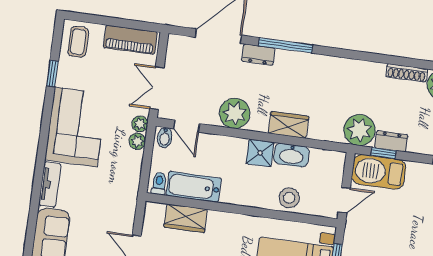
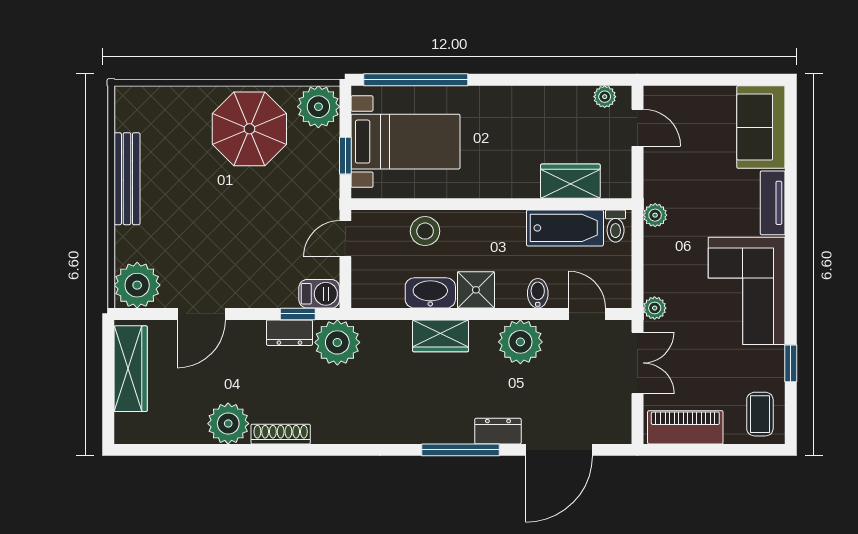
bidet: (165, 138) -> (538, 293), moved
plant: (137, 141) -> (655, 215), moved
barbecue: (379, 172) -> (319, 294), width x0.53, depth x0.65

